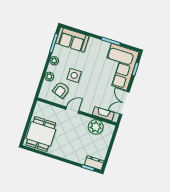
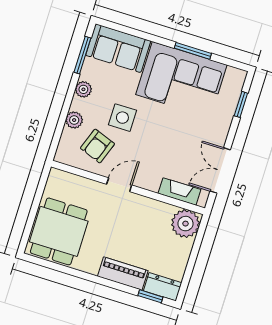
corner sofa: (119, 67) -> (181, 80), moved, turned -90
plant: (96, 127) -> (185, 224), moved
piano: (74, 156) -> (123, 274), added

